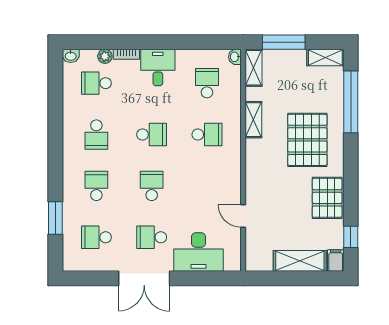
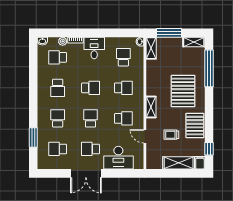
shelving: (253, 120) -> (151, 107), moved
school desk: (207, 186) -> (123, 118), added
trolley: (288, 213) -> (171, 135), added

